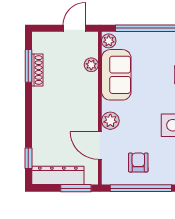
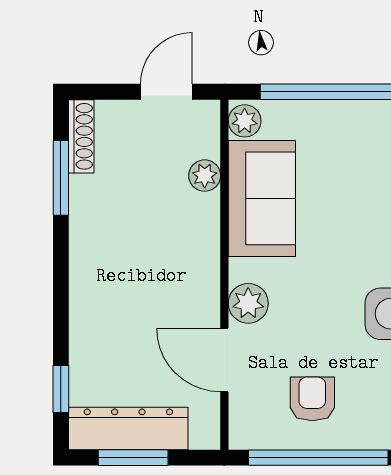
shoe rack: (37, 70) -> (81, 136), moved
window: (76, 188) -> (133, 458), moved

